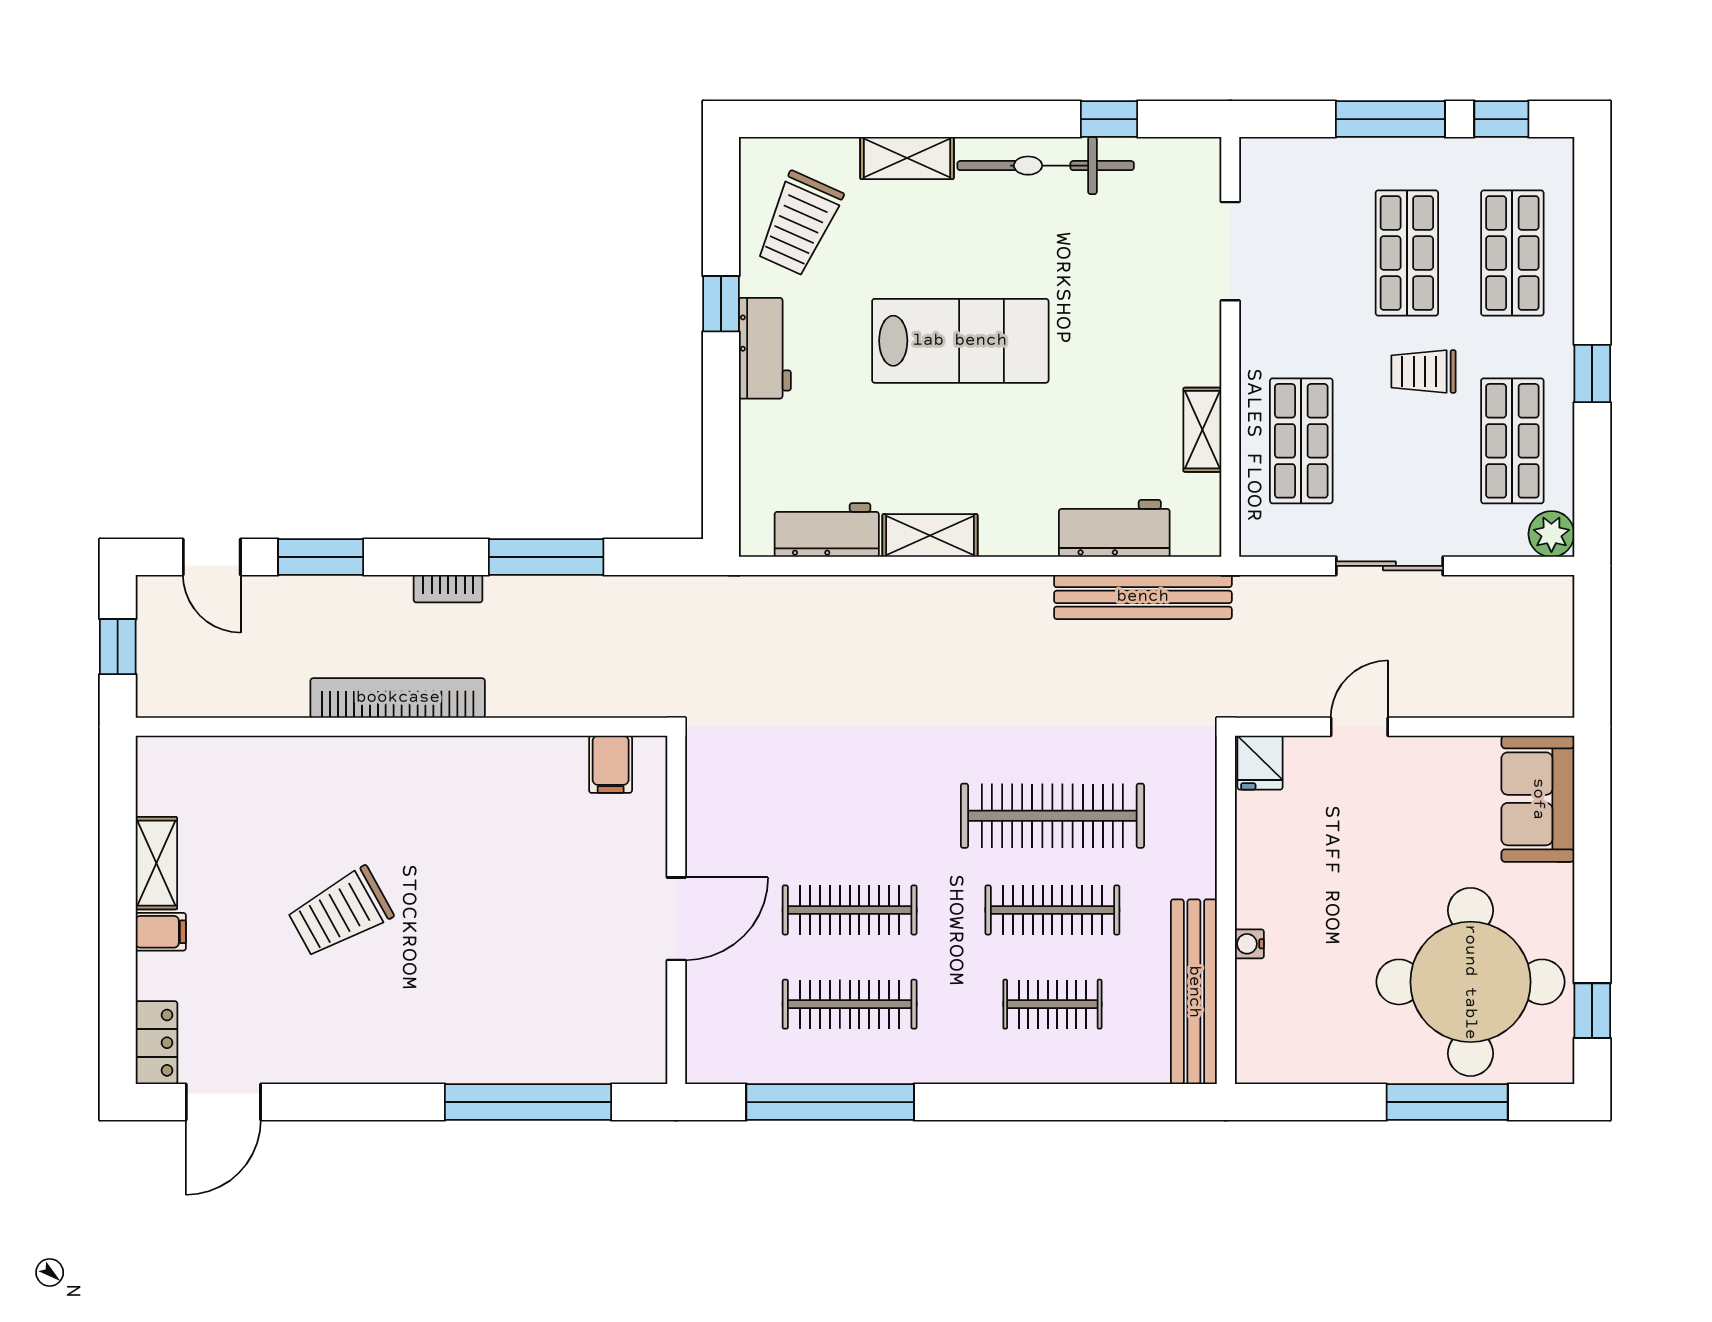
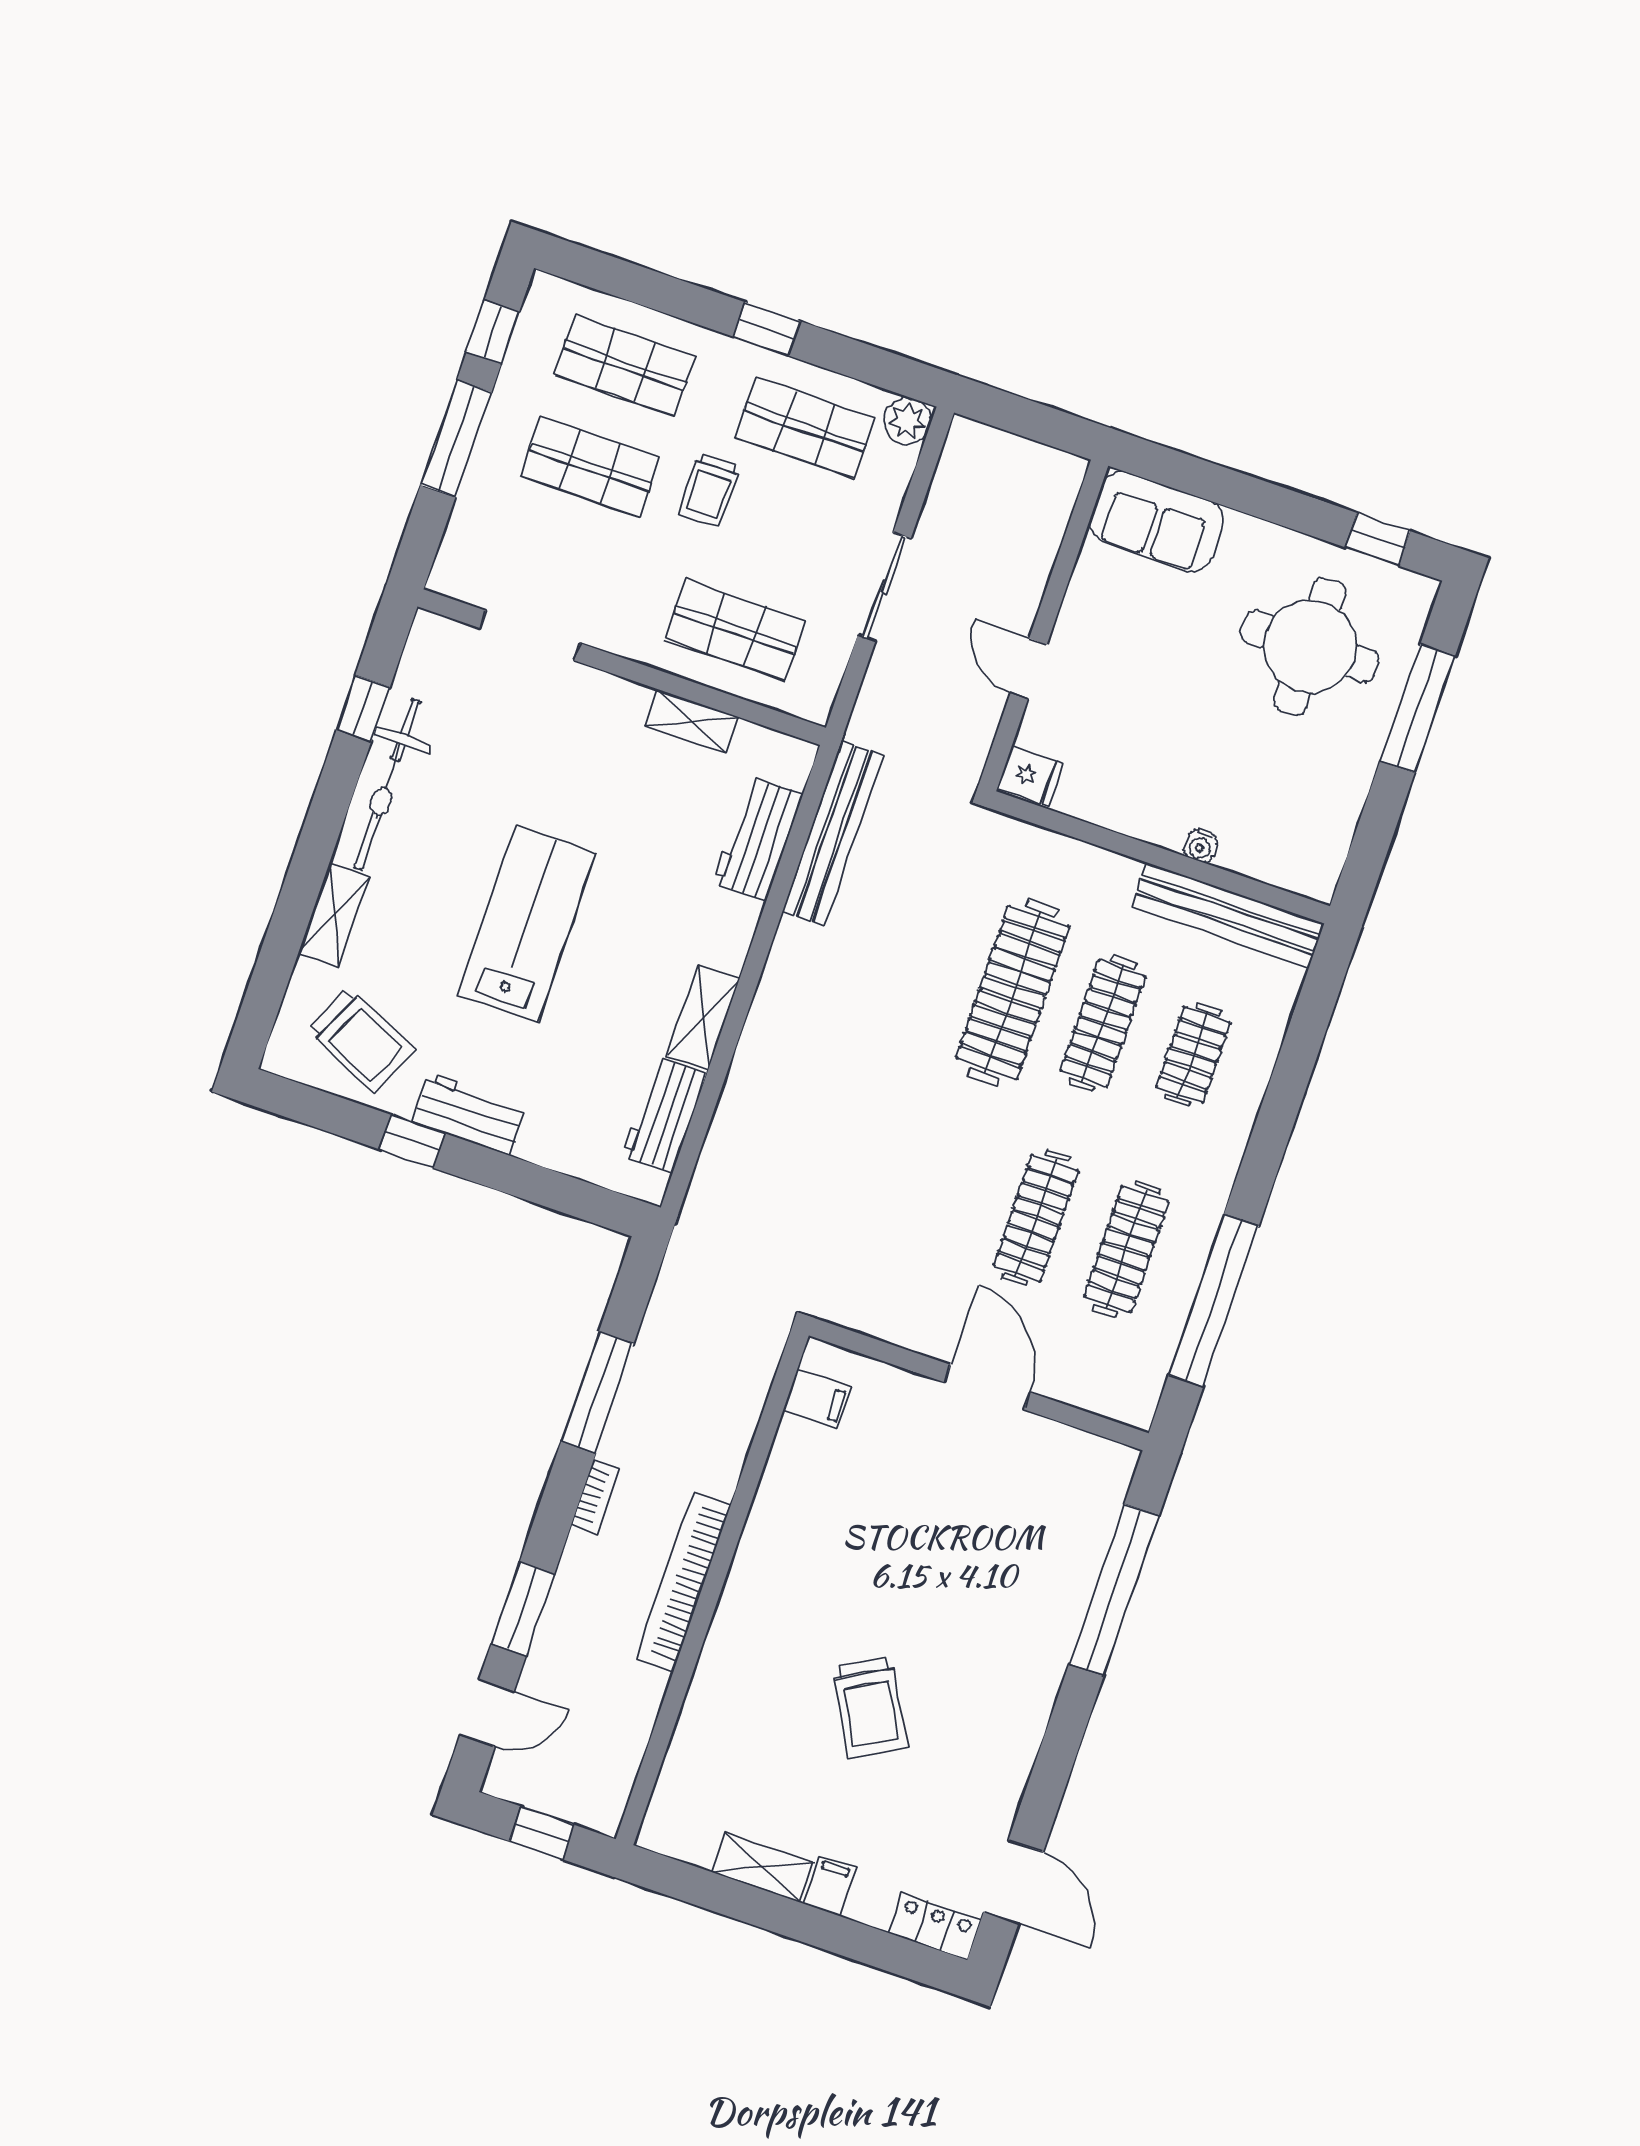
round table: (1470, 982) -> (1310, 646), width x0.73, depth x0.73

